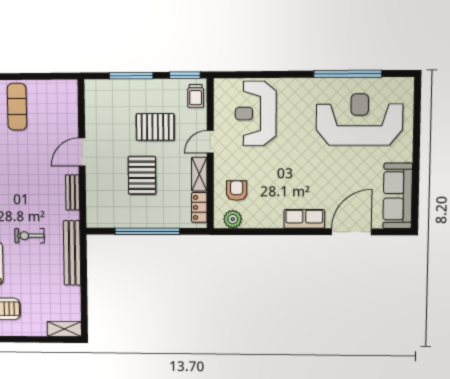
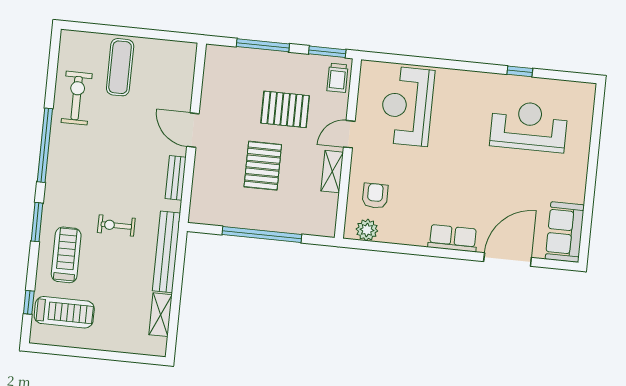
window: (348, 74) -> (520, 71), width x0.32
reception desk: (360, 119) -> (529, 126), width x0.74, depth x0.77
door: (82, 152) -> (193, 130), hinge flipped
sofa: (398, 196) -> (565, 232), width x0.73
locker: (199, 207) -> (328, 212), removed
shelving: (64, 329) -> (161, 315), moved, turned 90

